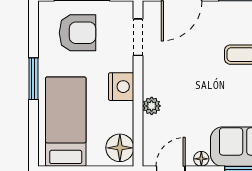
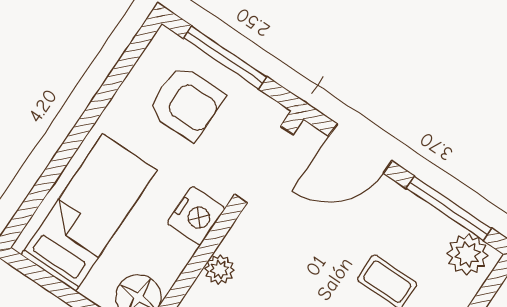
doorway: (138, 37) -> (264, 164), width x1.38
window: (33, 79) -> (84, 125), removed

